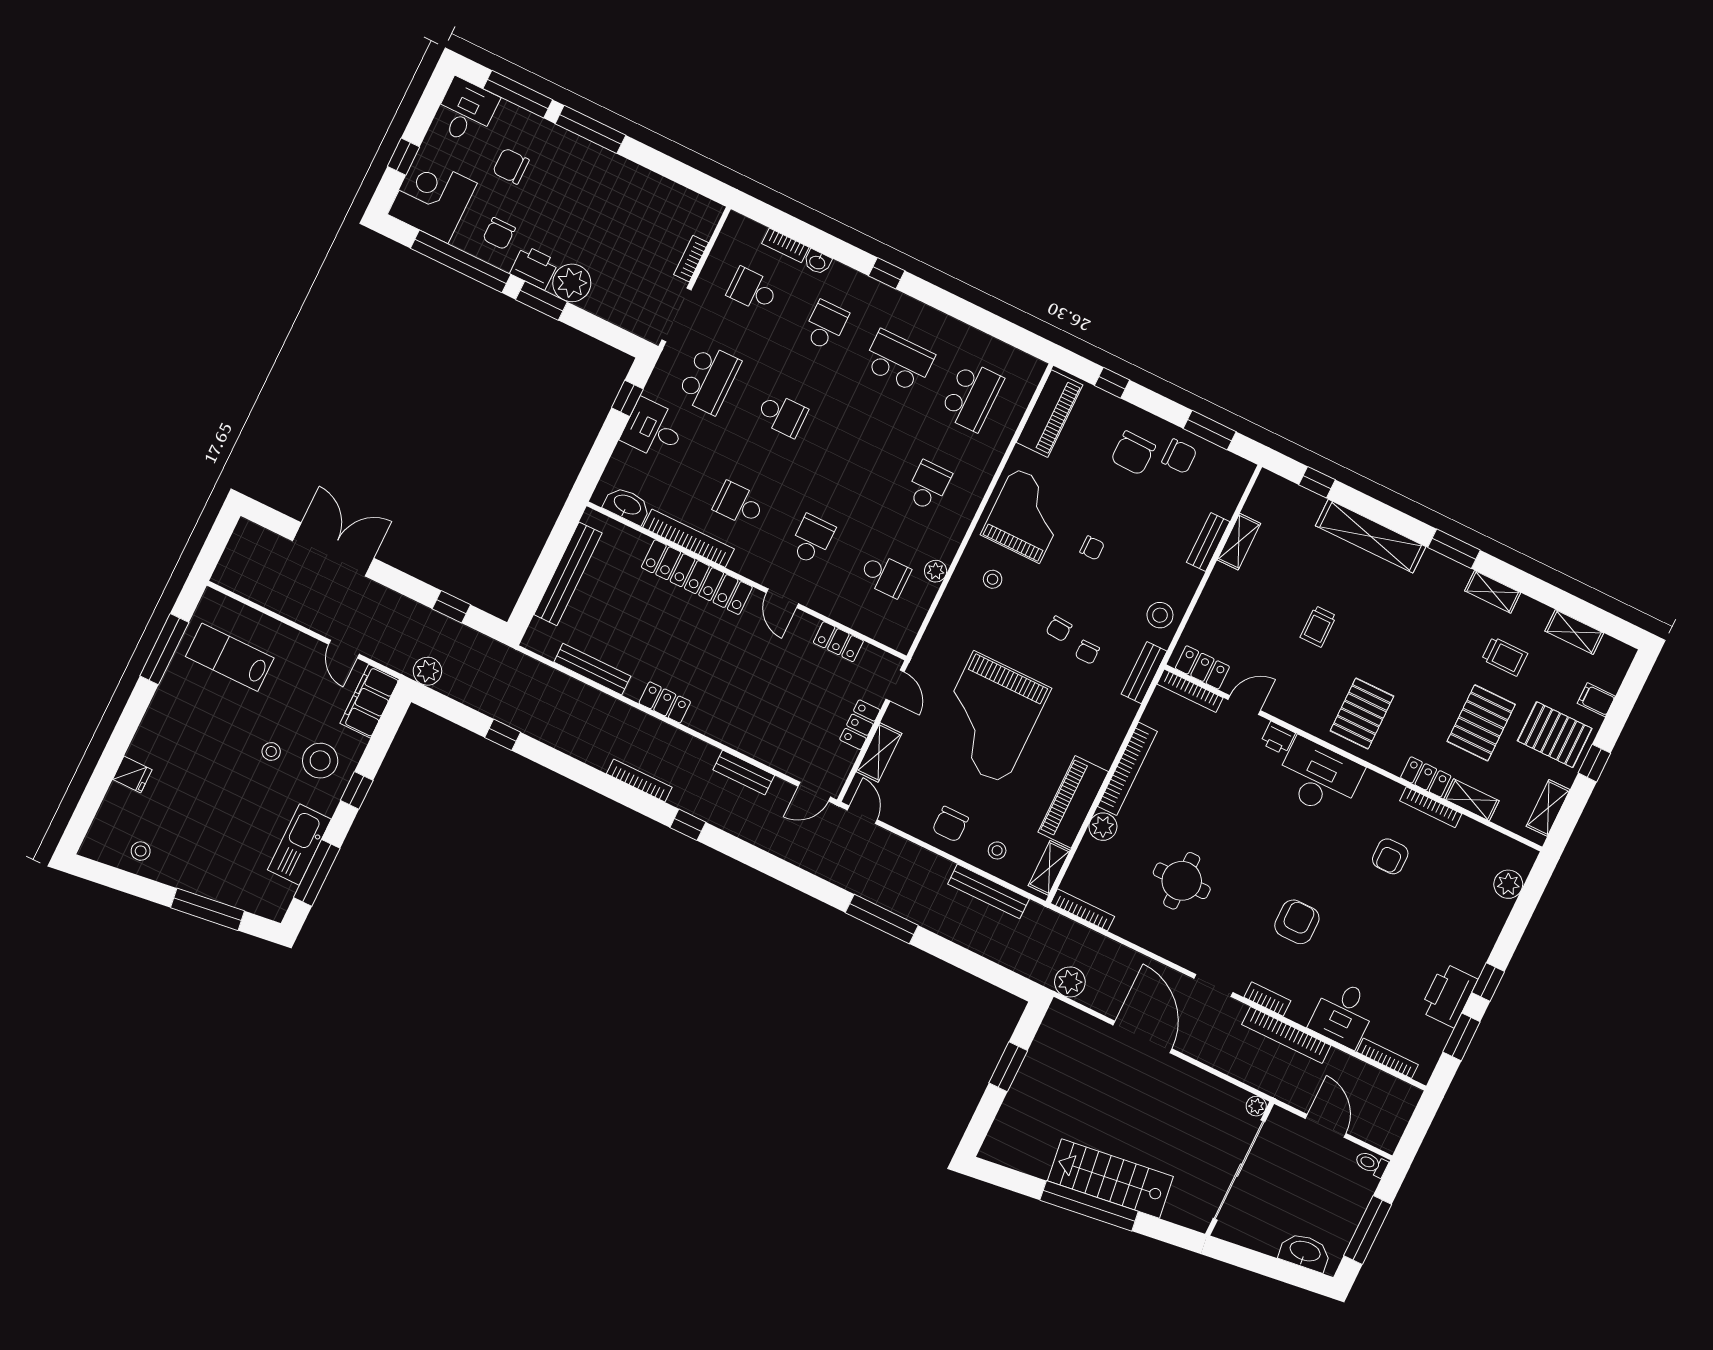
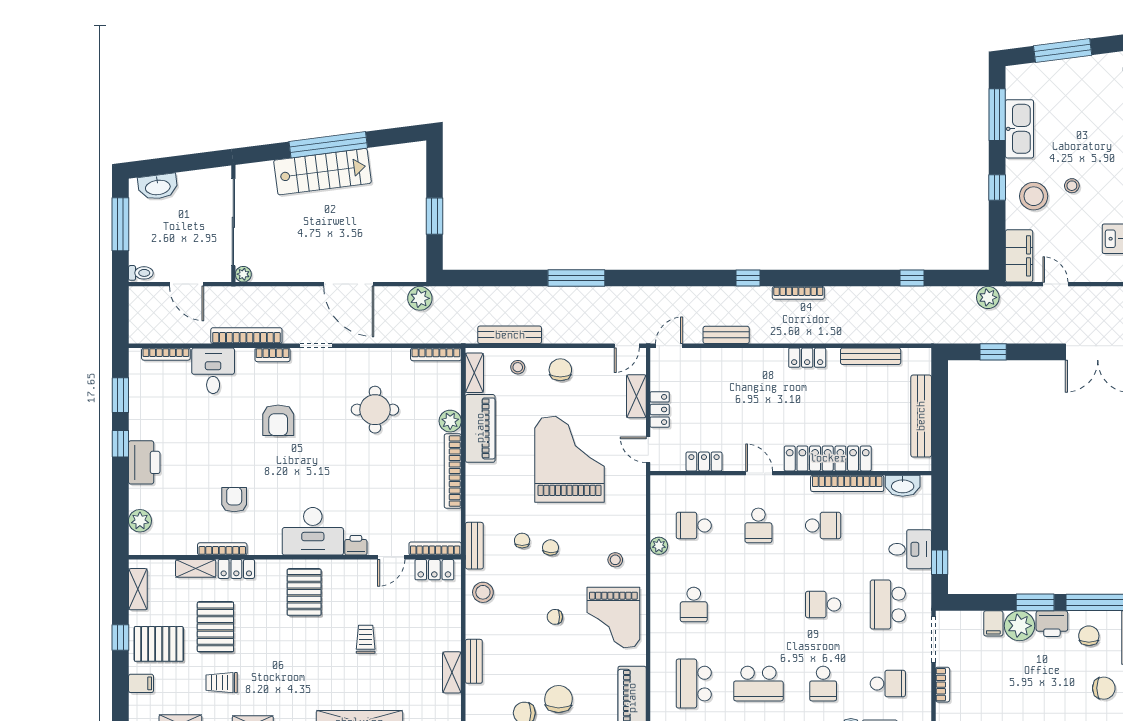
filing cabinet: (600, 300) -> (993, 623), added
door: (862, 815) -> (627, 346), hinge flipped
printer: (1448, 995) -> (144, 462), moved

